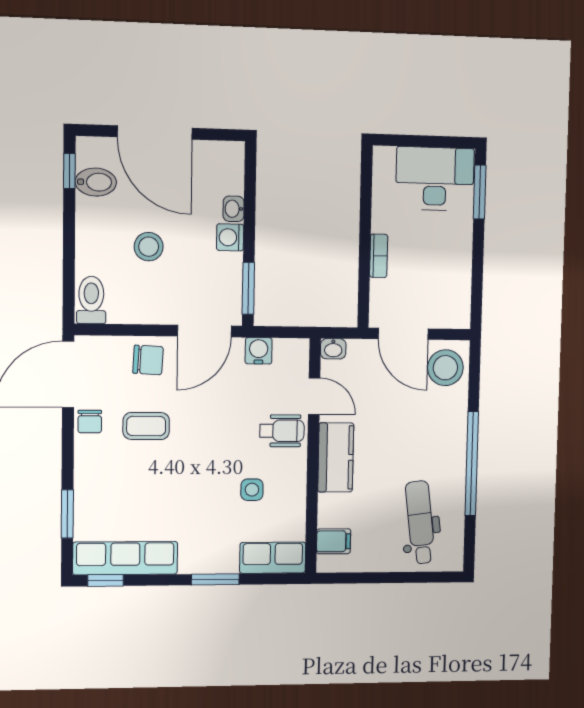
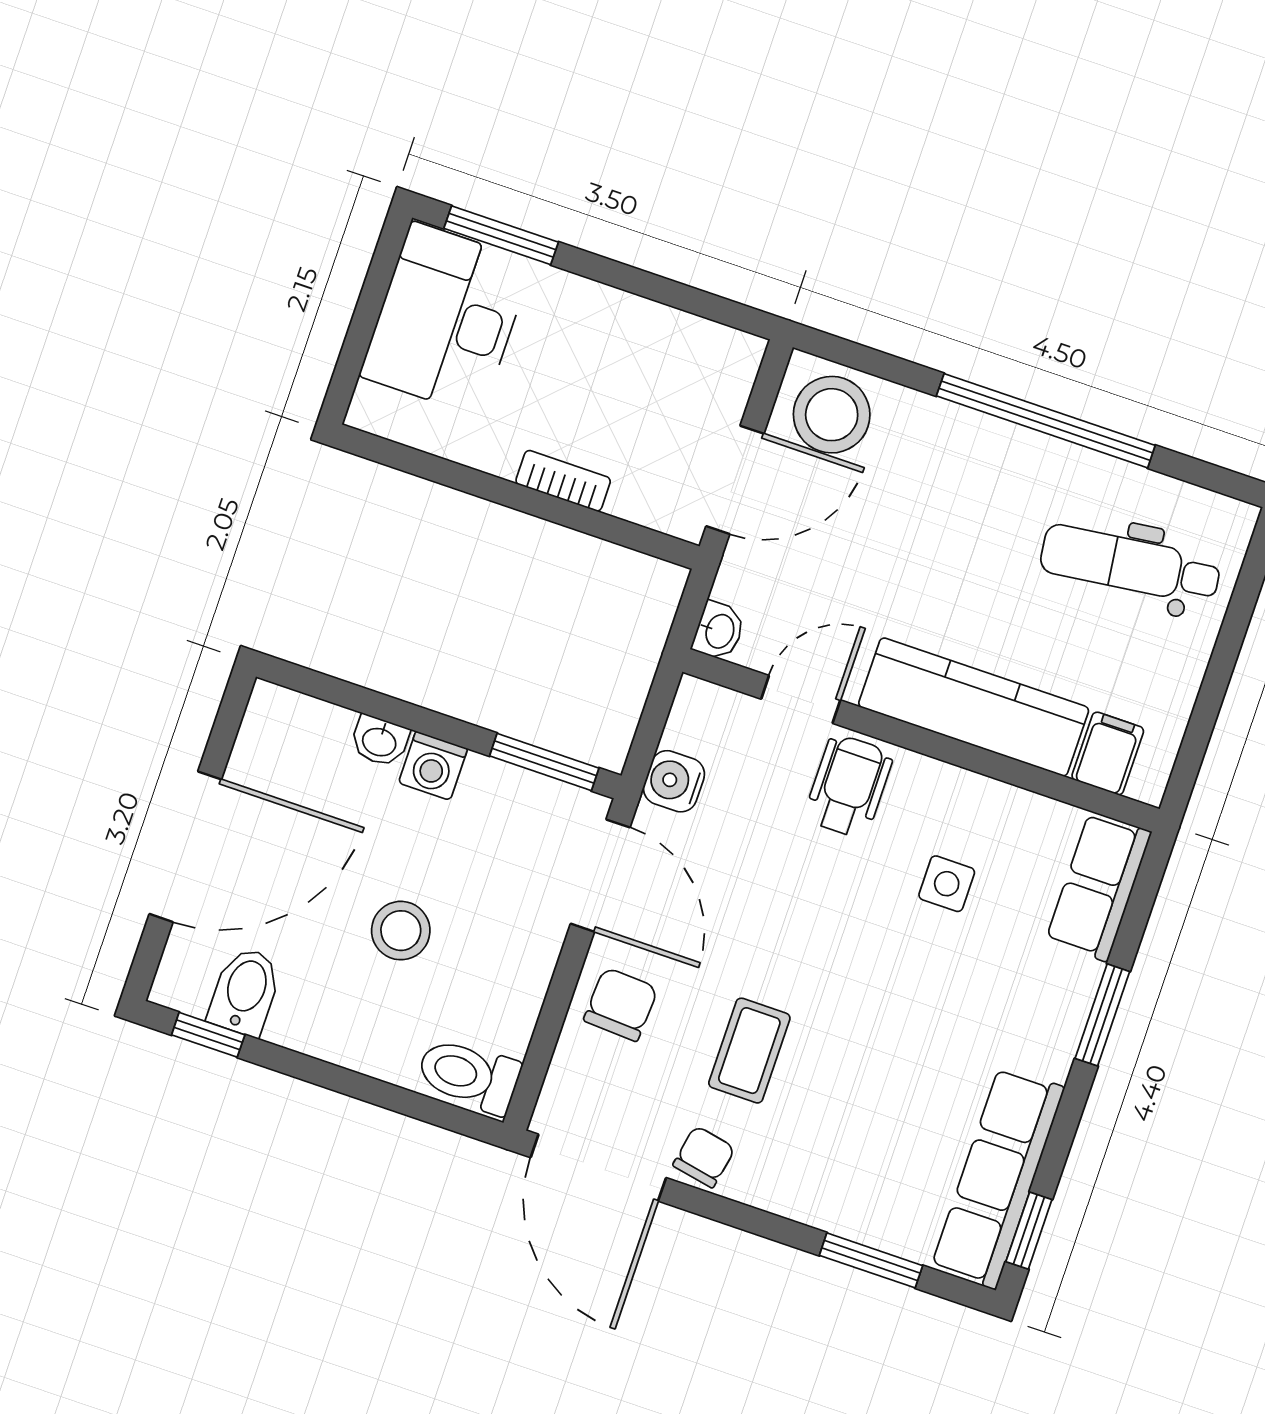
chair: (90, 422) -> (704, 1157), turned -79
kitchen counter: (336, 457) -> (974, 707), width x1.50

